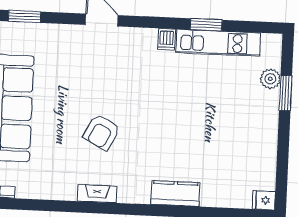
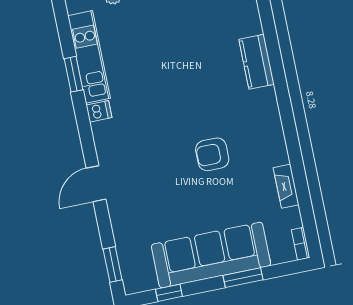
armchair: (102, 132) -> (212, 154), turned 152
fireplace: (97, 194) -> (286, 186), moved

